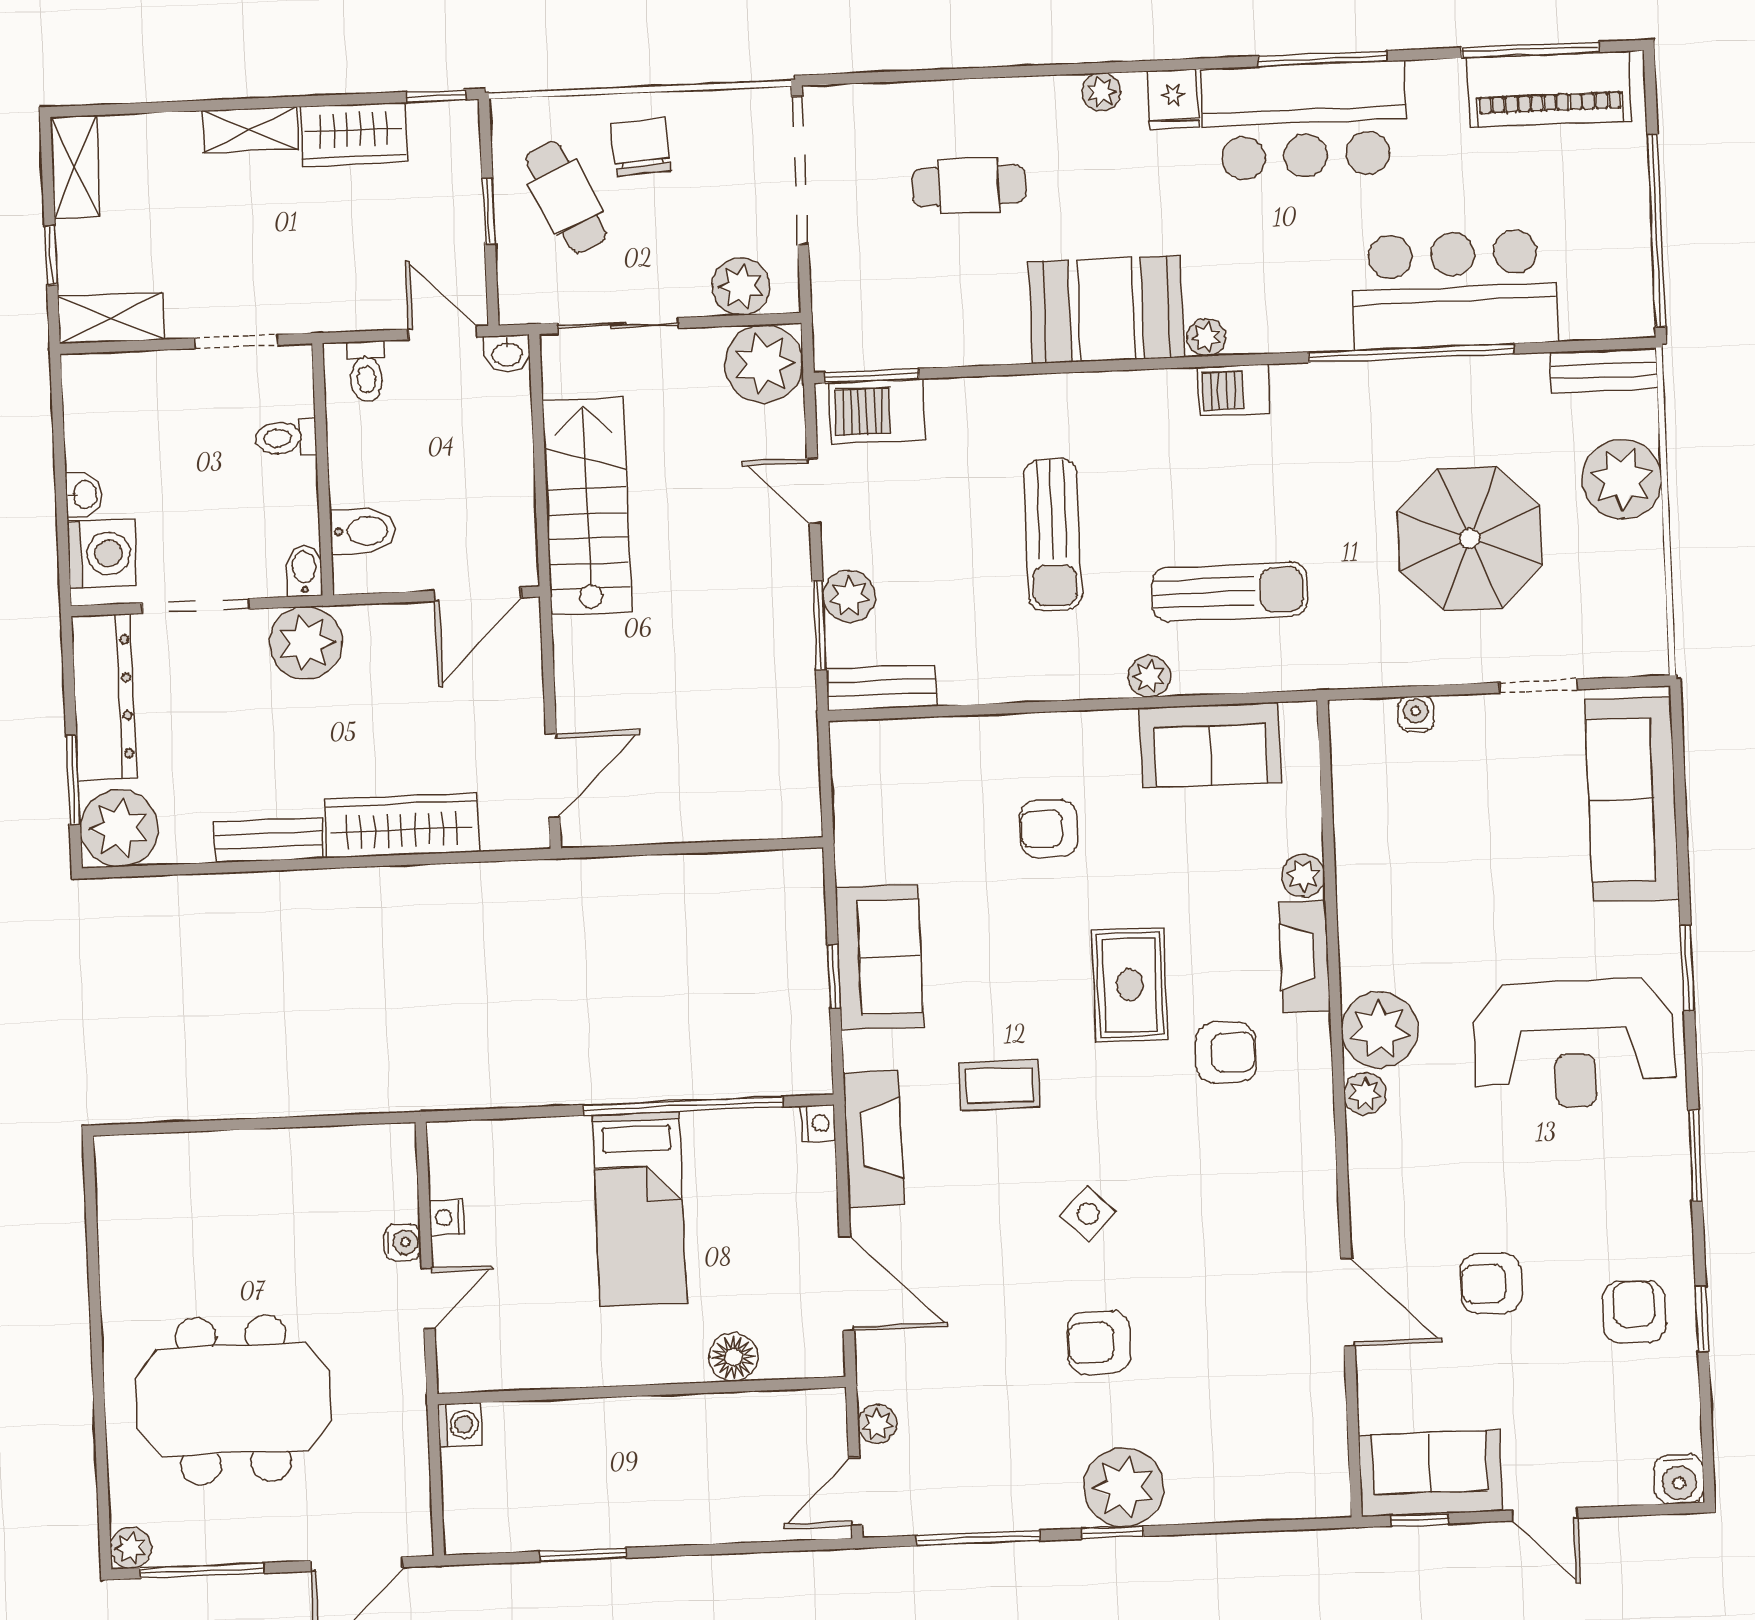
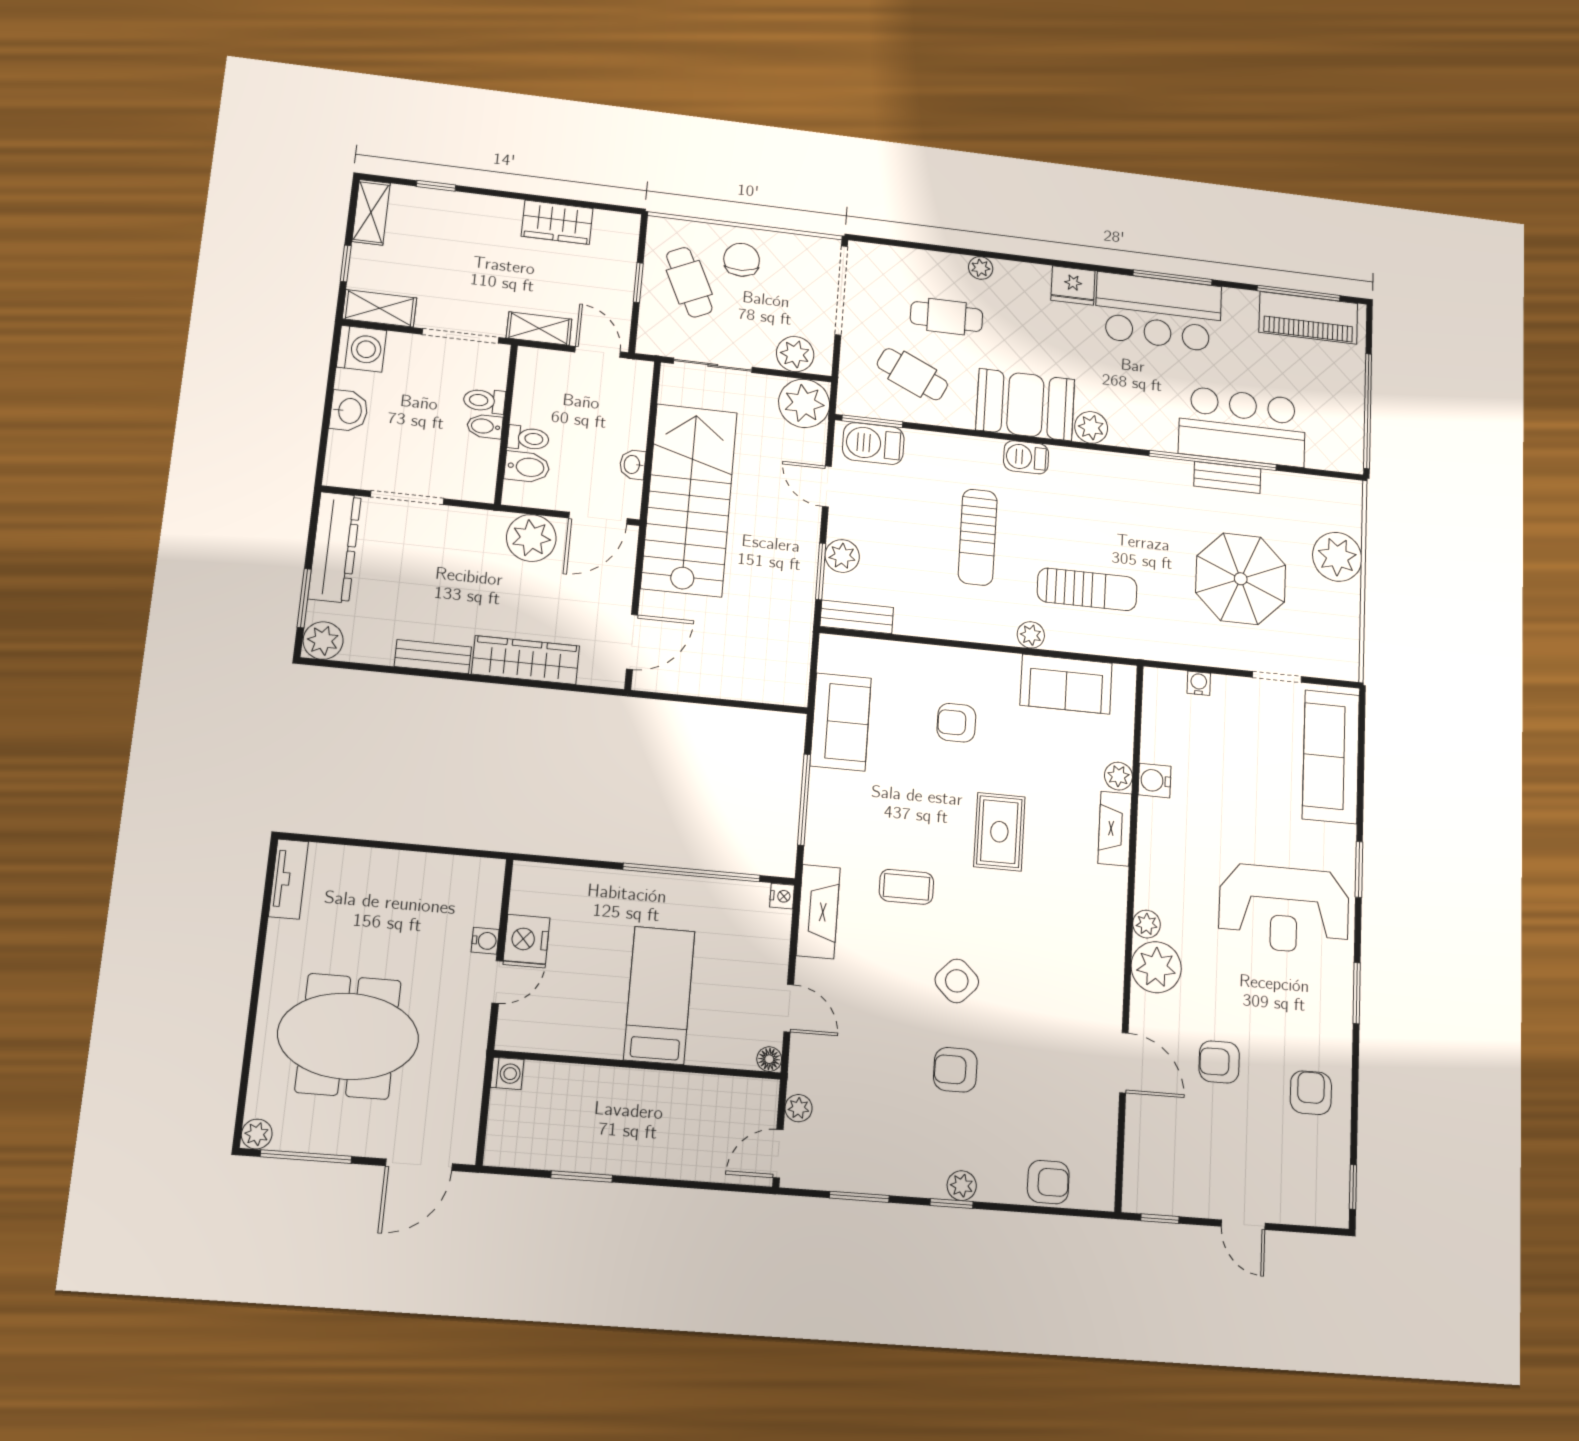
plant: (1101, 92) -> (981, 268), moved
window: (436, 96) -> (436, 186), moved
fridge: (1173, 99) -> (1073, 285), width x1.38
shelving: (250, 130) -> (539, 329), moved
cafe table: (925, 289) -> (912, 374), added
plant: (1206, 337) -> (1091, 427), width x1.38, depth x1.38
doorway: (236, 342) -> (460, 336), width x1.38
washbasin: (507, 354) -> (633, 464), moved, turned 90
bench: (1604, 370) -> (1227, 477), moved
toilet: (366, 371) -> (528, 438), moved, turned -90
barbecue: (1233, 390) -> (1026, 457), moved
washbasin: (84, 495) -> (349, 411), width x1.38, depth x1.45
stairs: (587, 506) -> (689, 500), width x1.36, depth x1.51
washing machine: (102, 554) -> (362, 349), moved
bidet: (304, 571) -> (485, 426), moved, turned -90
plant: (306, 643) -> (531, 538), moved
plant: (119, 828) -> (323, 641), width x0.73, depth x0.73
sofa: (879, 957) -> (841, 722), moved
window: (834, 976) -> (804, 800), width x2.17
plant: (1379, 1030) -> (1156, 967), moved
armchair: (1226, 1053) -> (1048, 1182), moved
tv unit: (117, 1191) -> (288, 879), added
bed: (639, 1209) -> (659, 995), moved, turned 180
side table: (1088, 1214) -> (957, 981), width x1.37, depth x1.37
nightstand: (446, 1218) -> (527, 939), width x1.89, depth x1.79
door: (847, 1284) -> (789, 1008), width x0.73
window: (1702, 1319) -> (1353, 1187), moved
floor lamp: (733, 1357) -> (769, 1059), moved, width x0.73, depth x0.73
sofa: (1430, 1473) -> (1169, 1187), removed
water cooler: (1679, 1479) -> (1155, 781), moved, turned 90
plant: (1124, 1487) -> (962, 1186), width x0.53, depth x0.53
window: (978, 1538) -> (859, 1197), width x0.69

